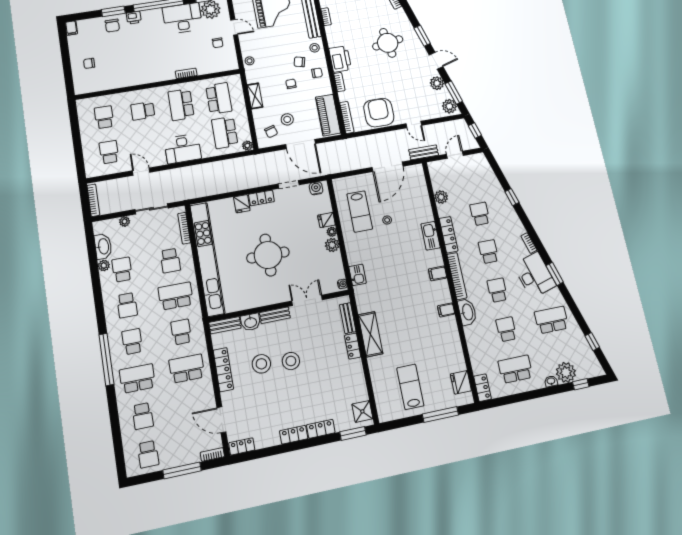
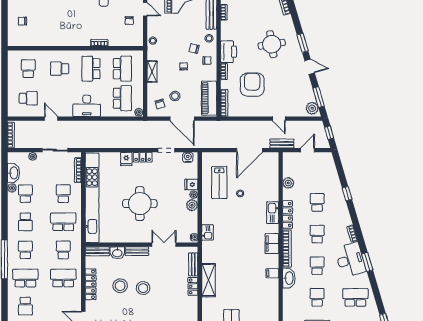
plant: (437, 83) -> (306, 87), removed
armchair: (379, 113) -> (252, 85), moved
school desk: (225, 133) -> (122, 98), turned 180
school desk: (109, 152) -> (28, 98), turned 90
school desk: (170, 261) -> (63, 194), turned 180
filing cabinet: (438, 273) -> (272, 244), width x2.00

